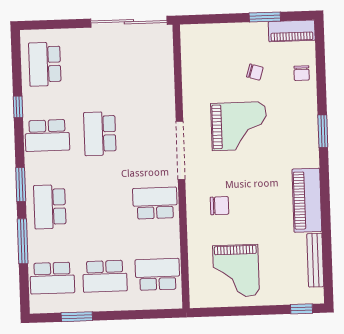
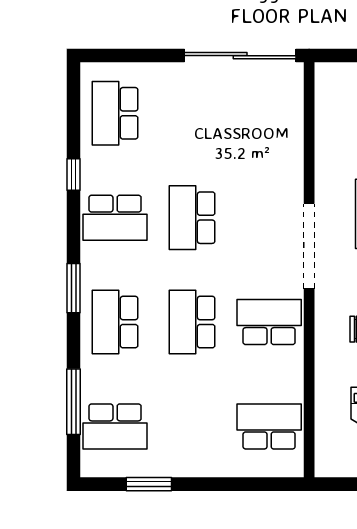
window: (23, 241) -> (74, 402), moved
school desk: (105, 276) -> (192, 322), moved, turned 90

